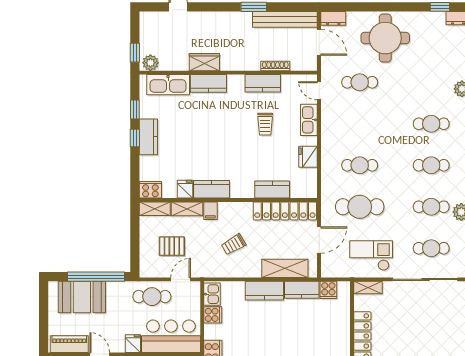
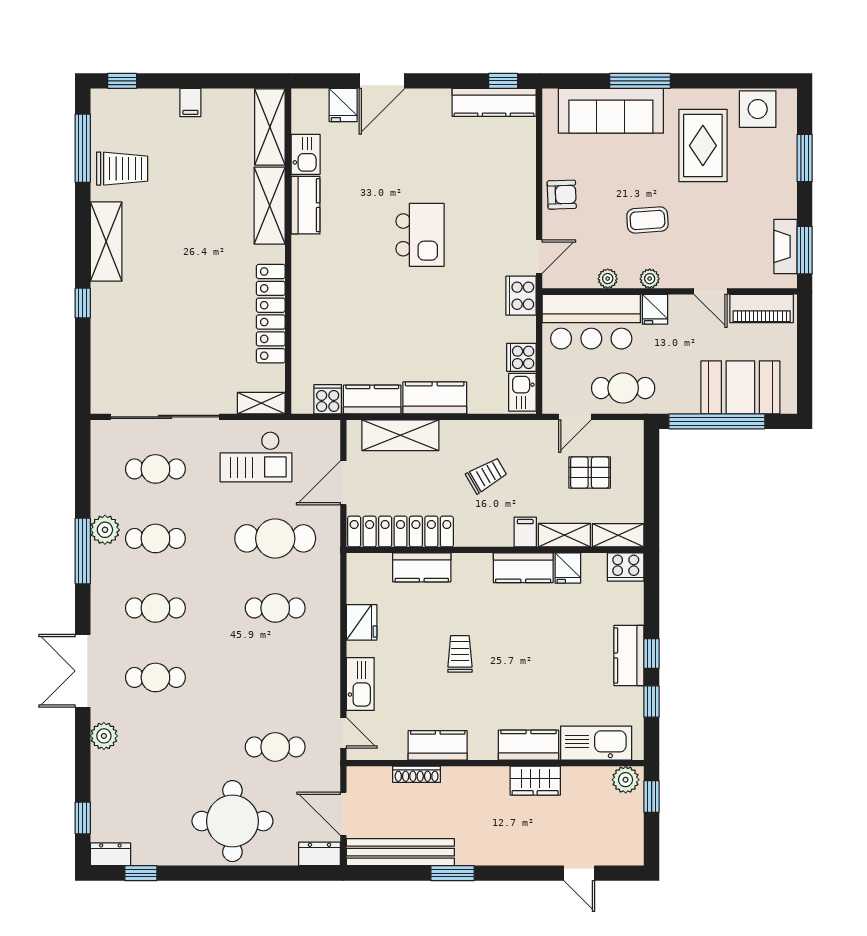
trolley: (265, 124) -> (460, 654), moved

